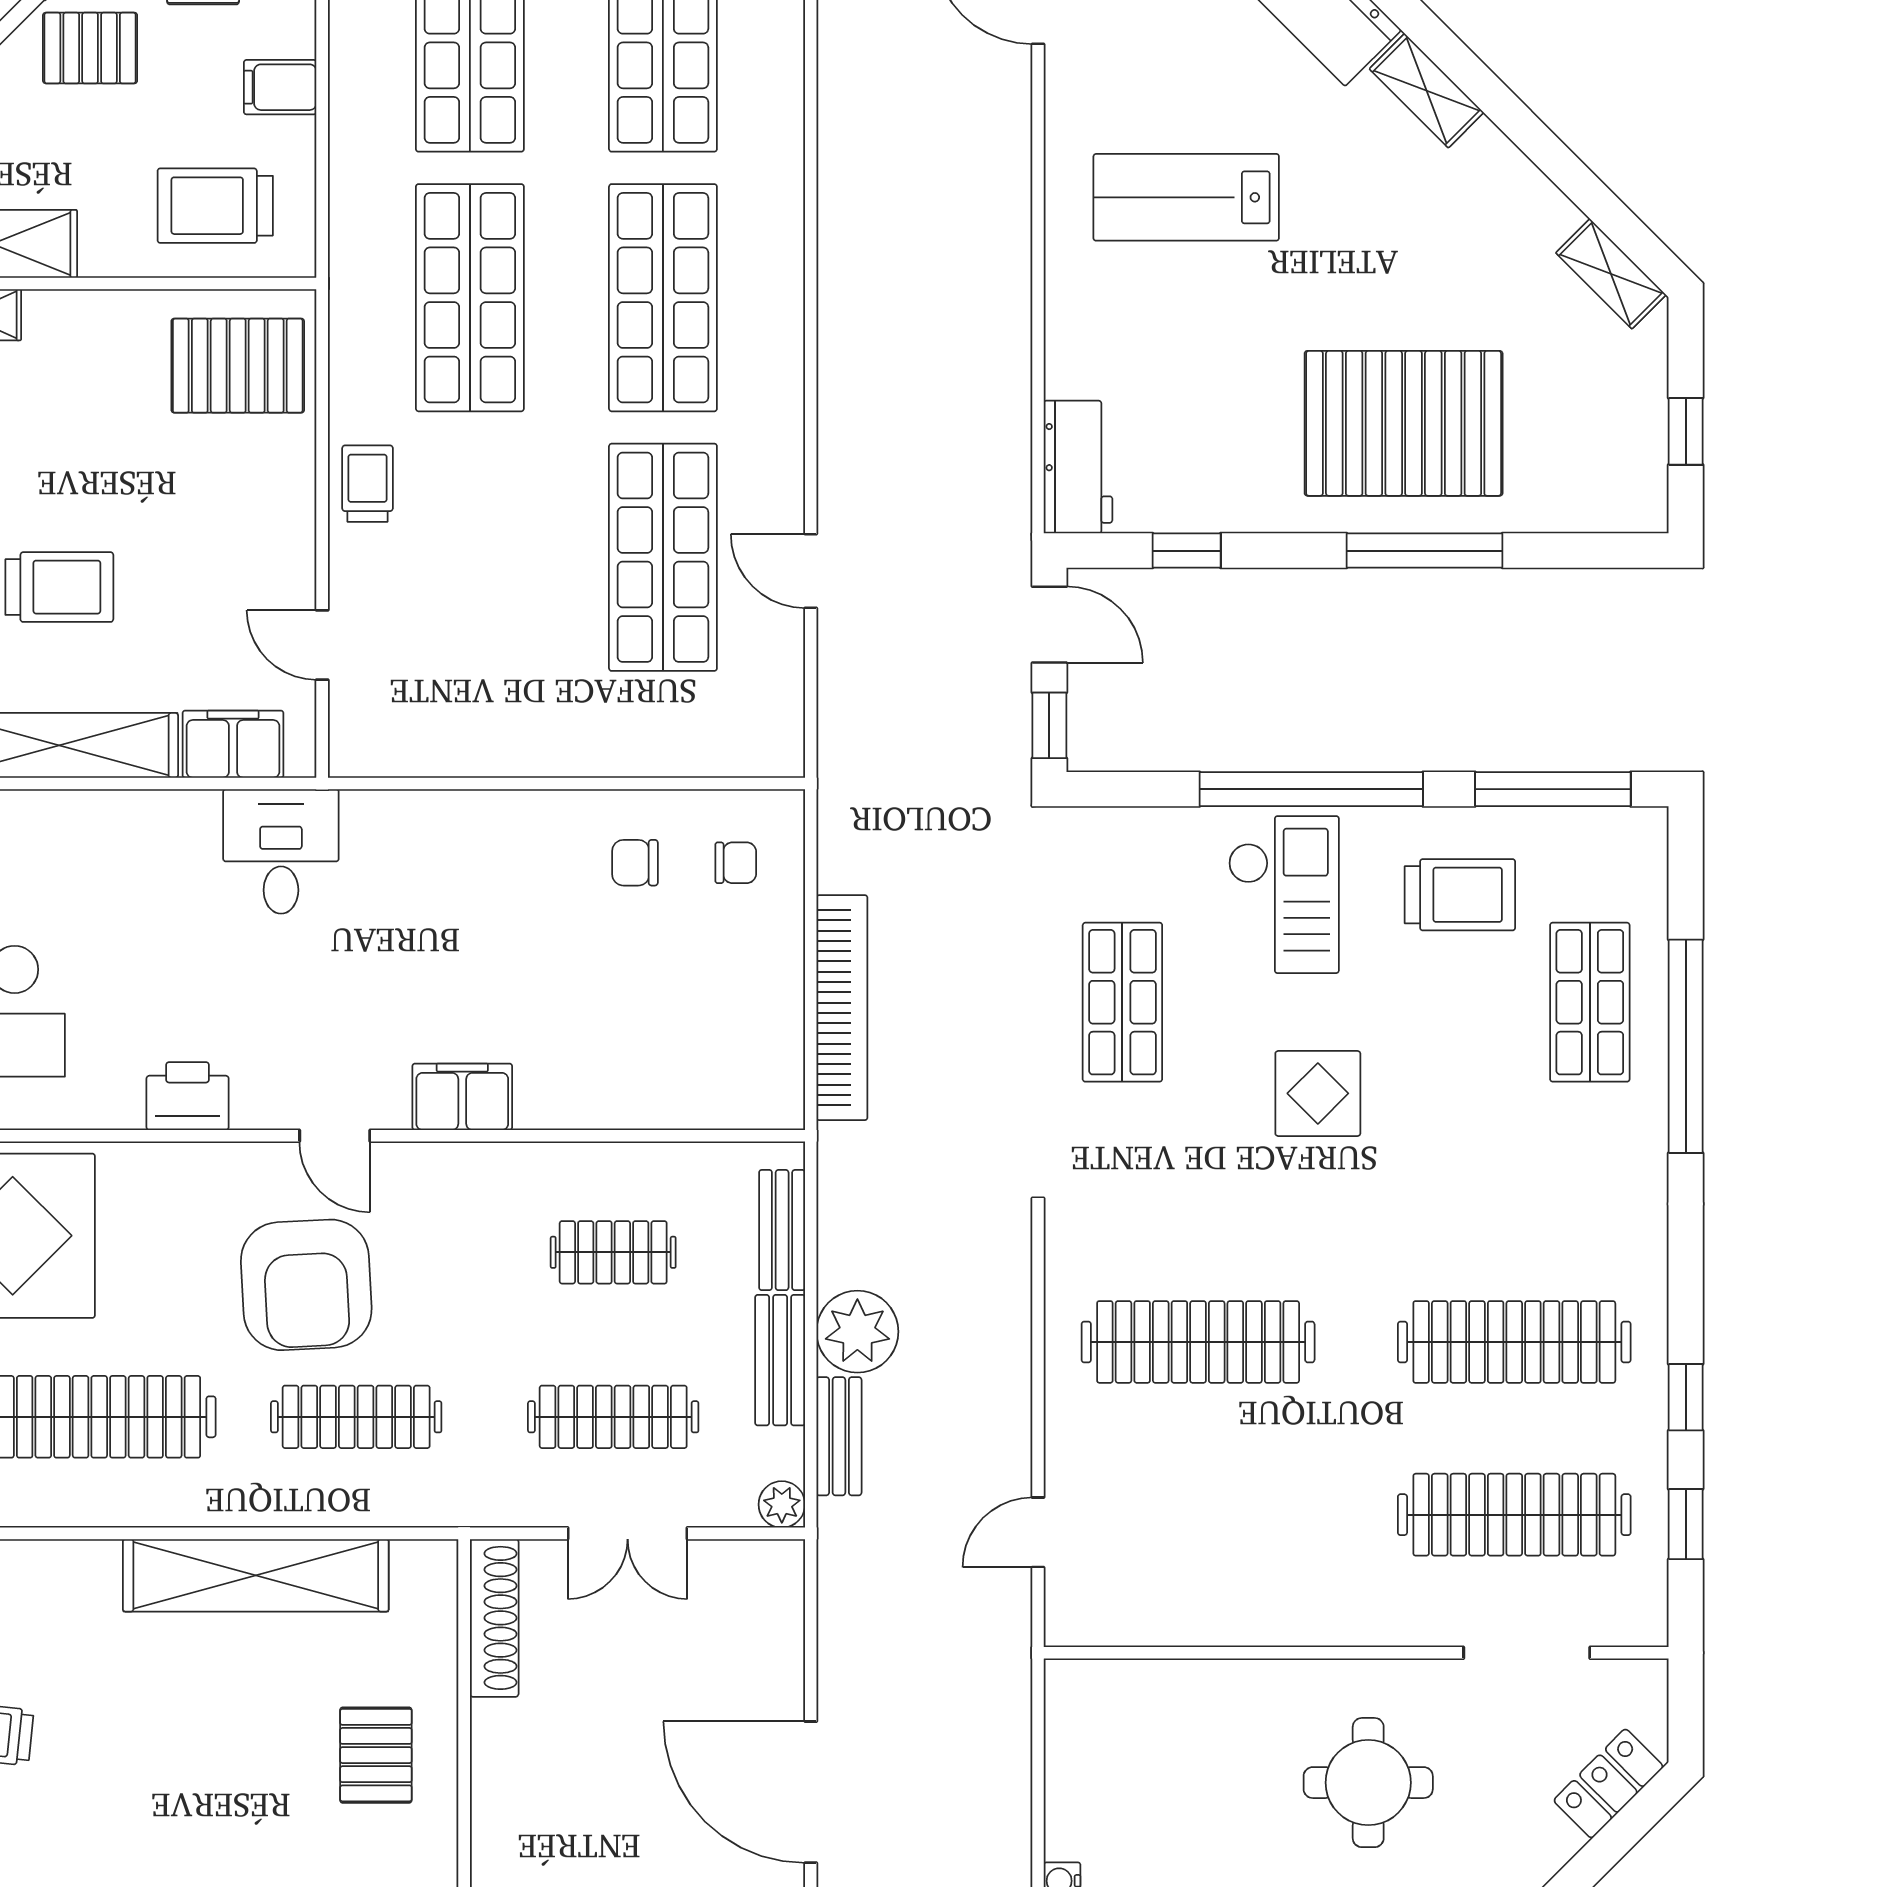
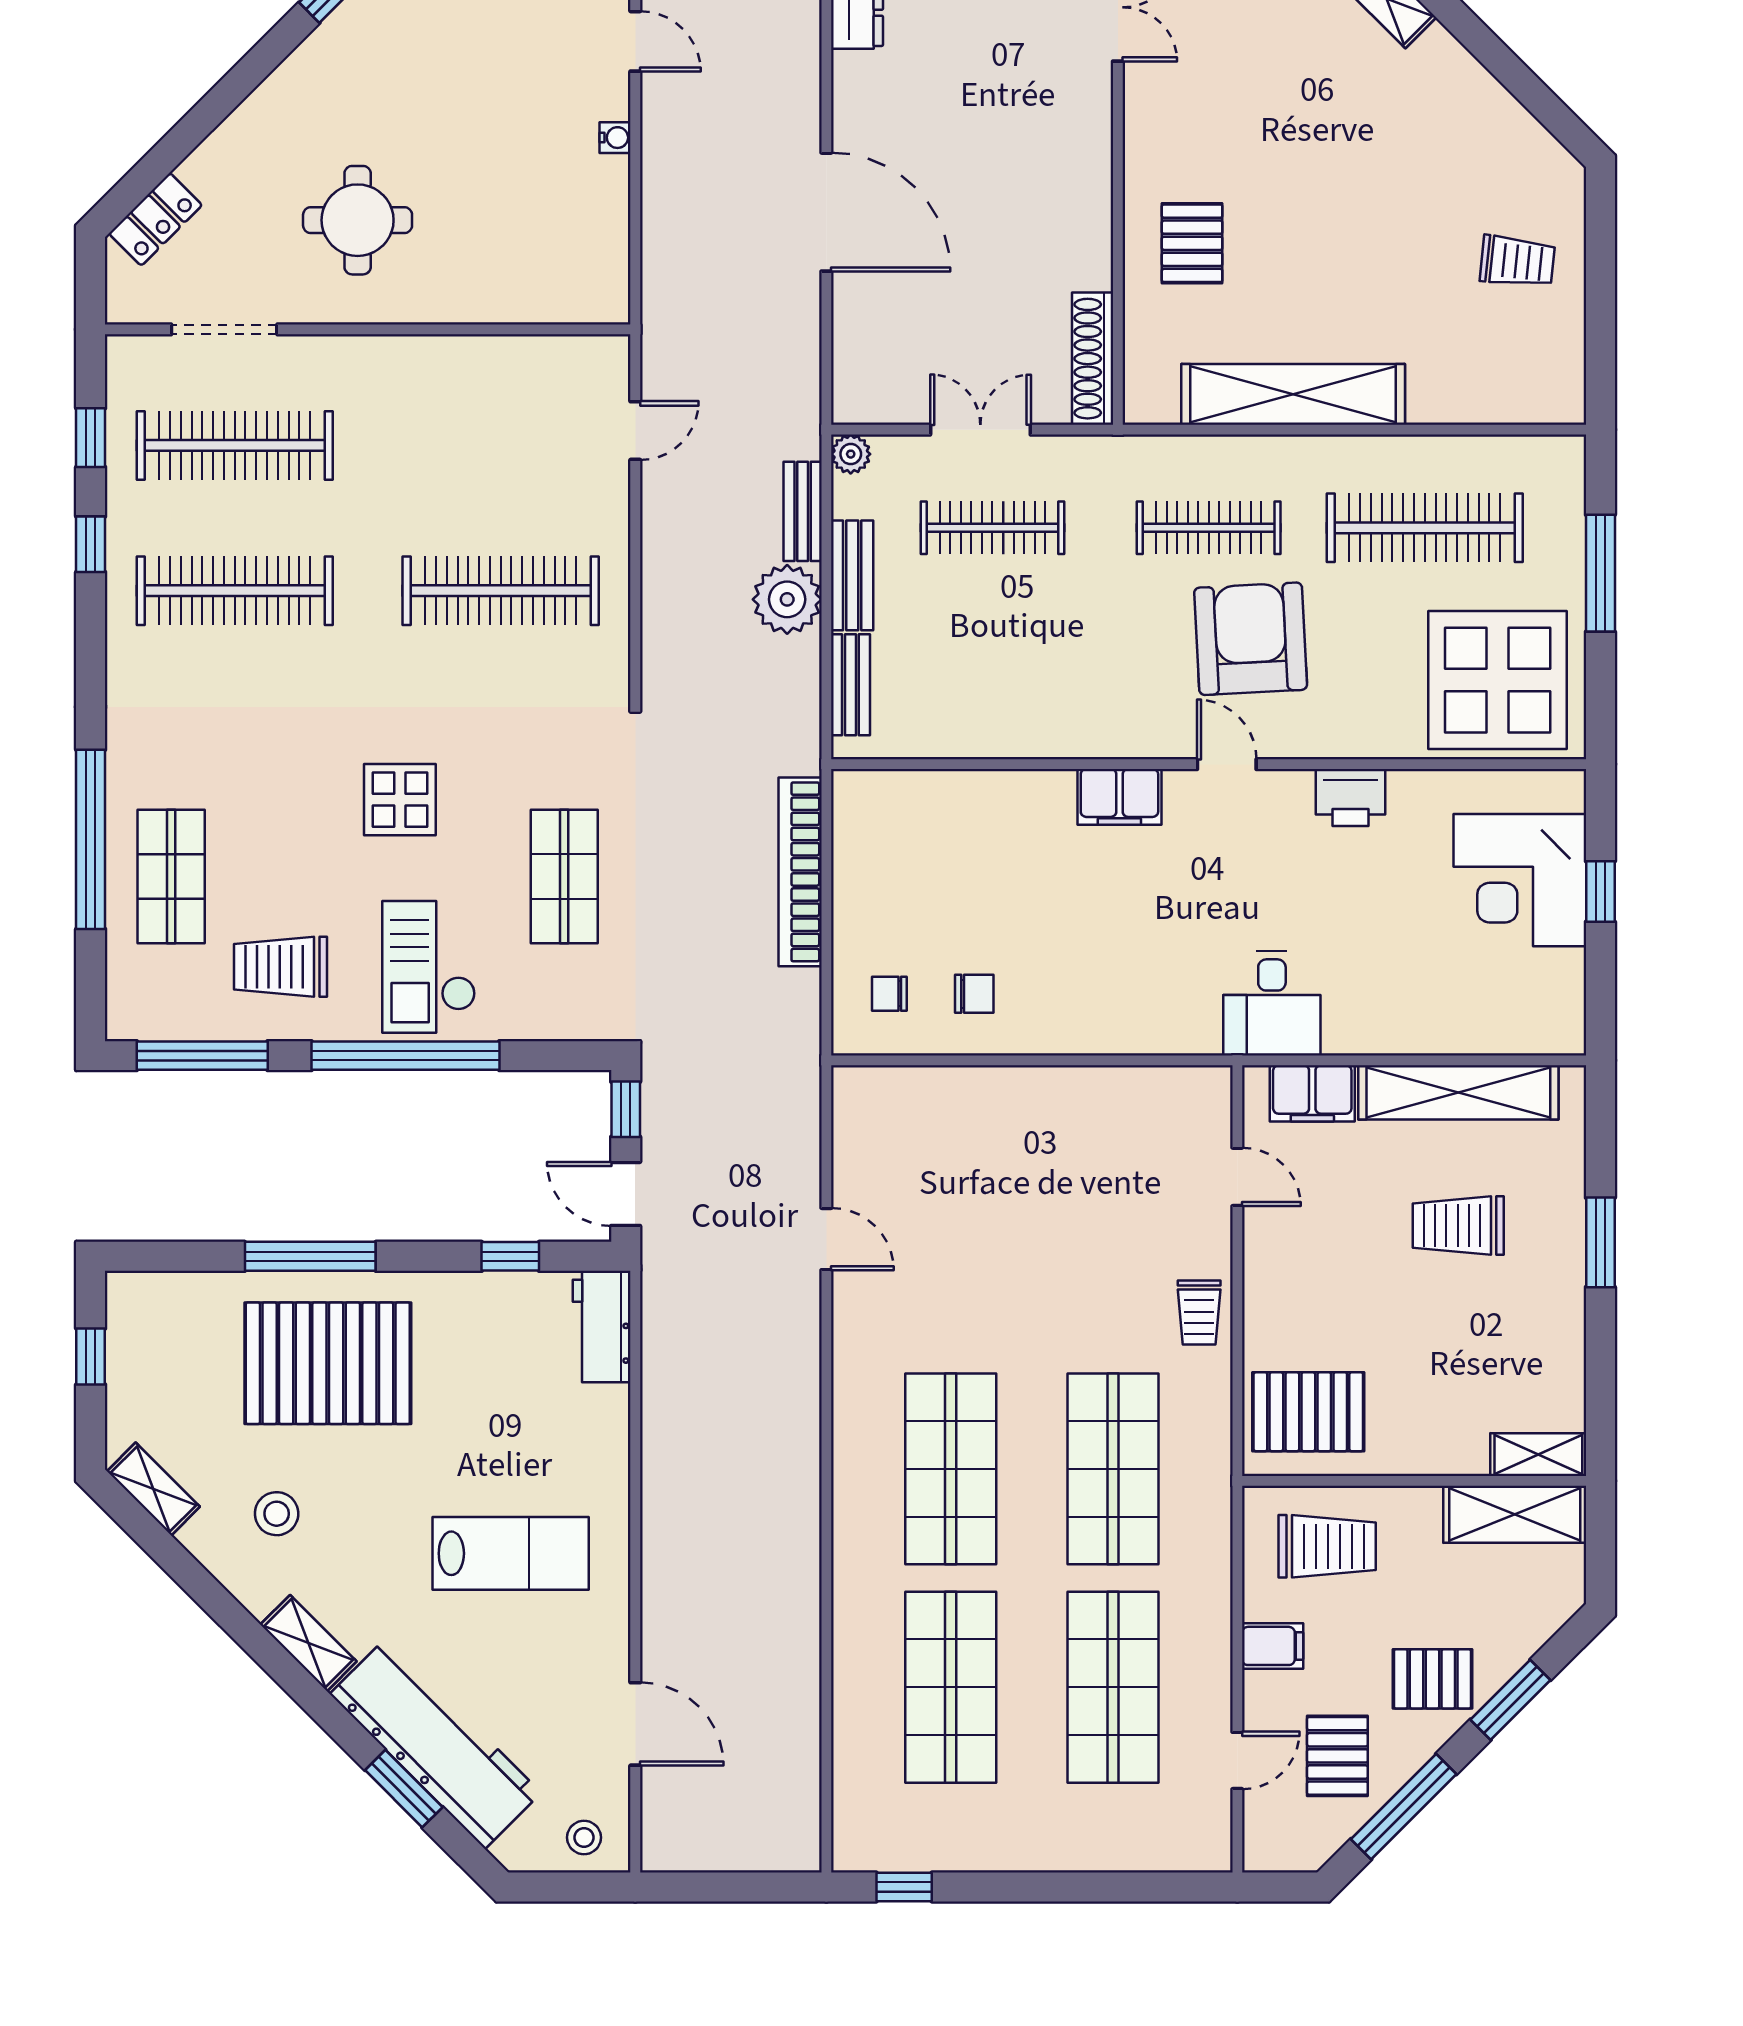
stool: (1464, 244) -> (277, 1514), added
shop shelf: (663, 557) -> (951, 1251), removed
clothes rail: (613, 1252) -> (992, 666), removed

